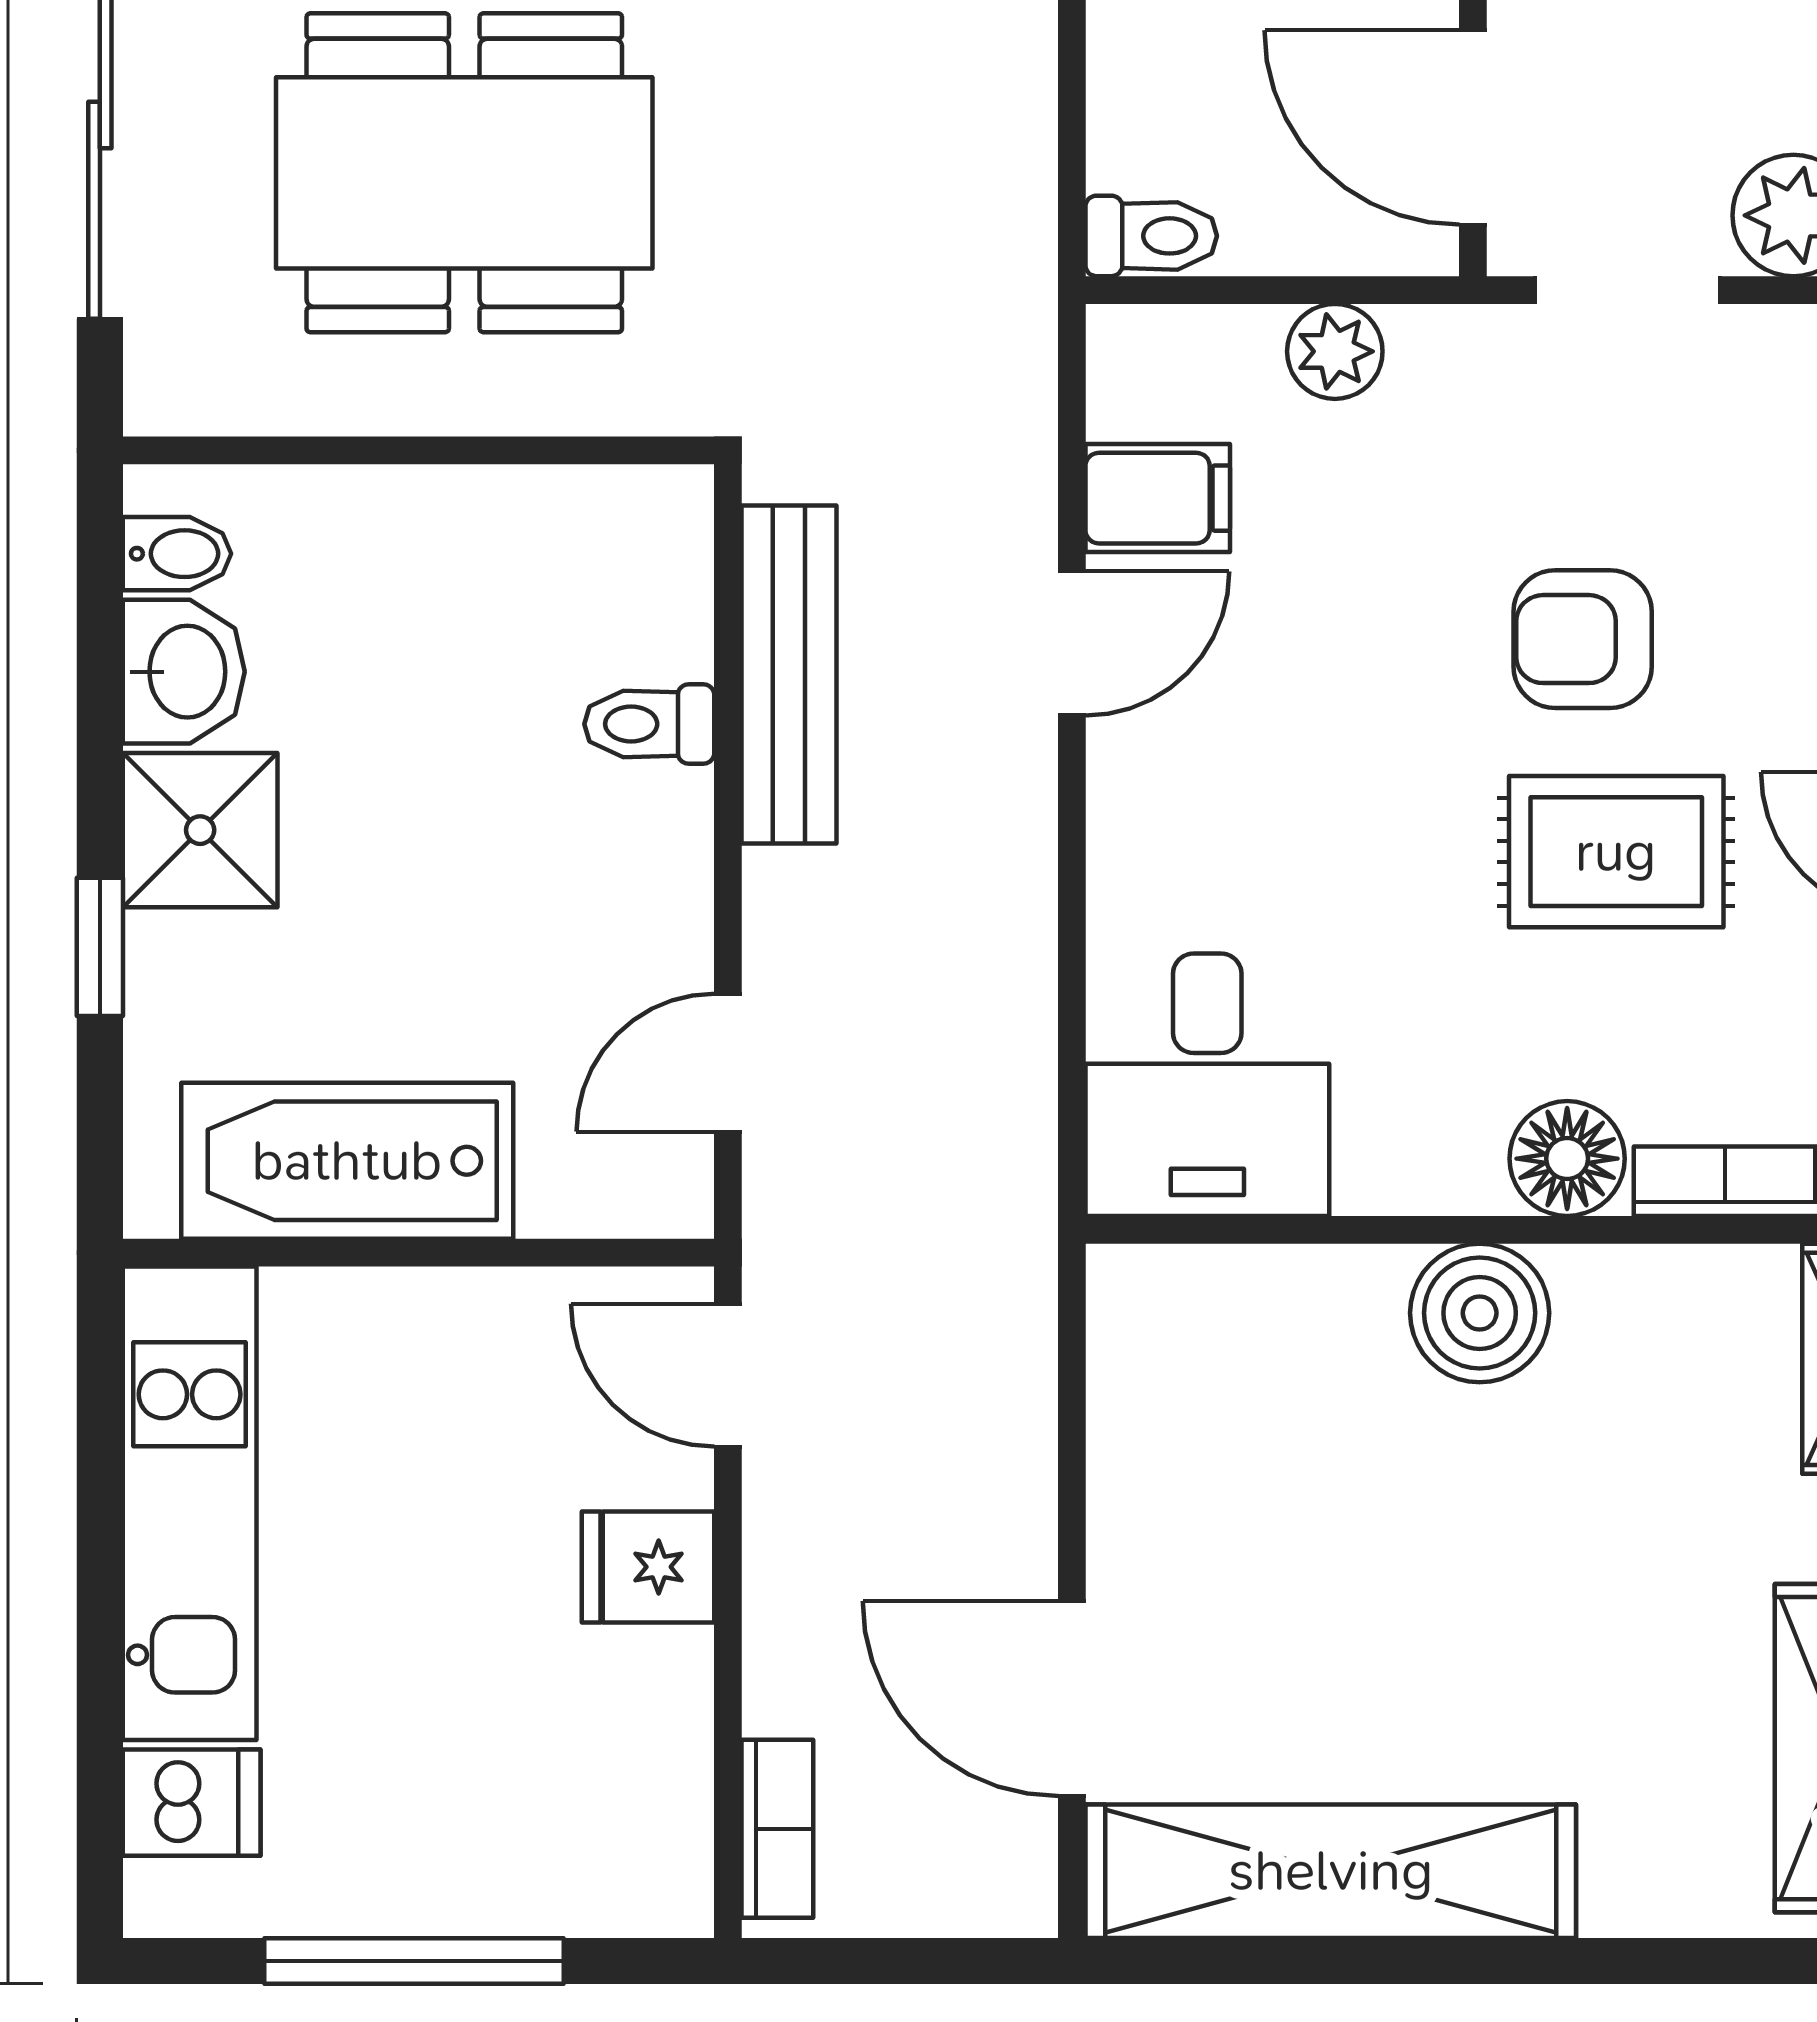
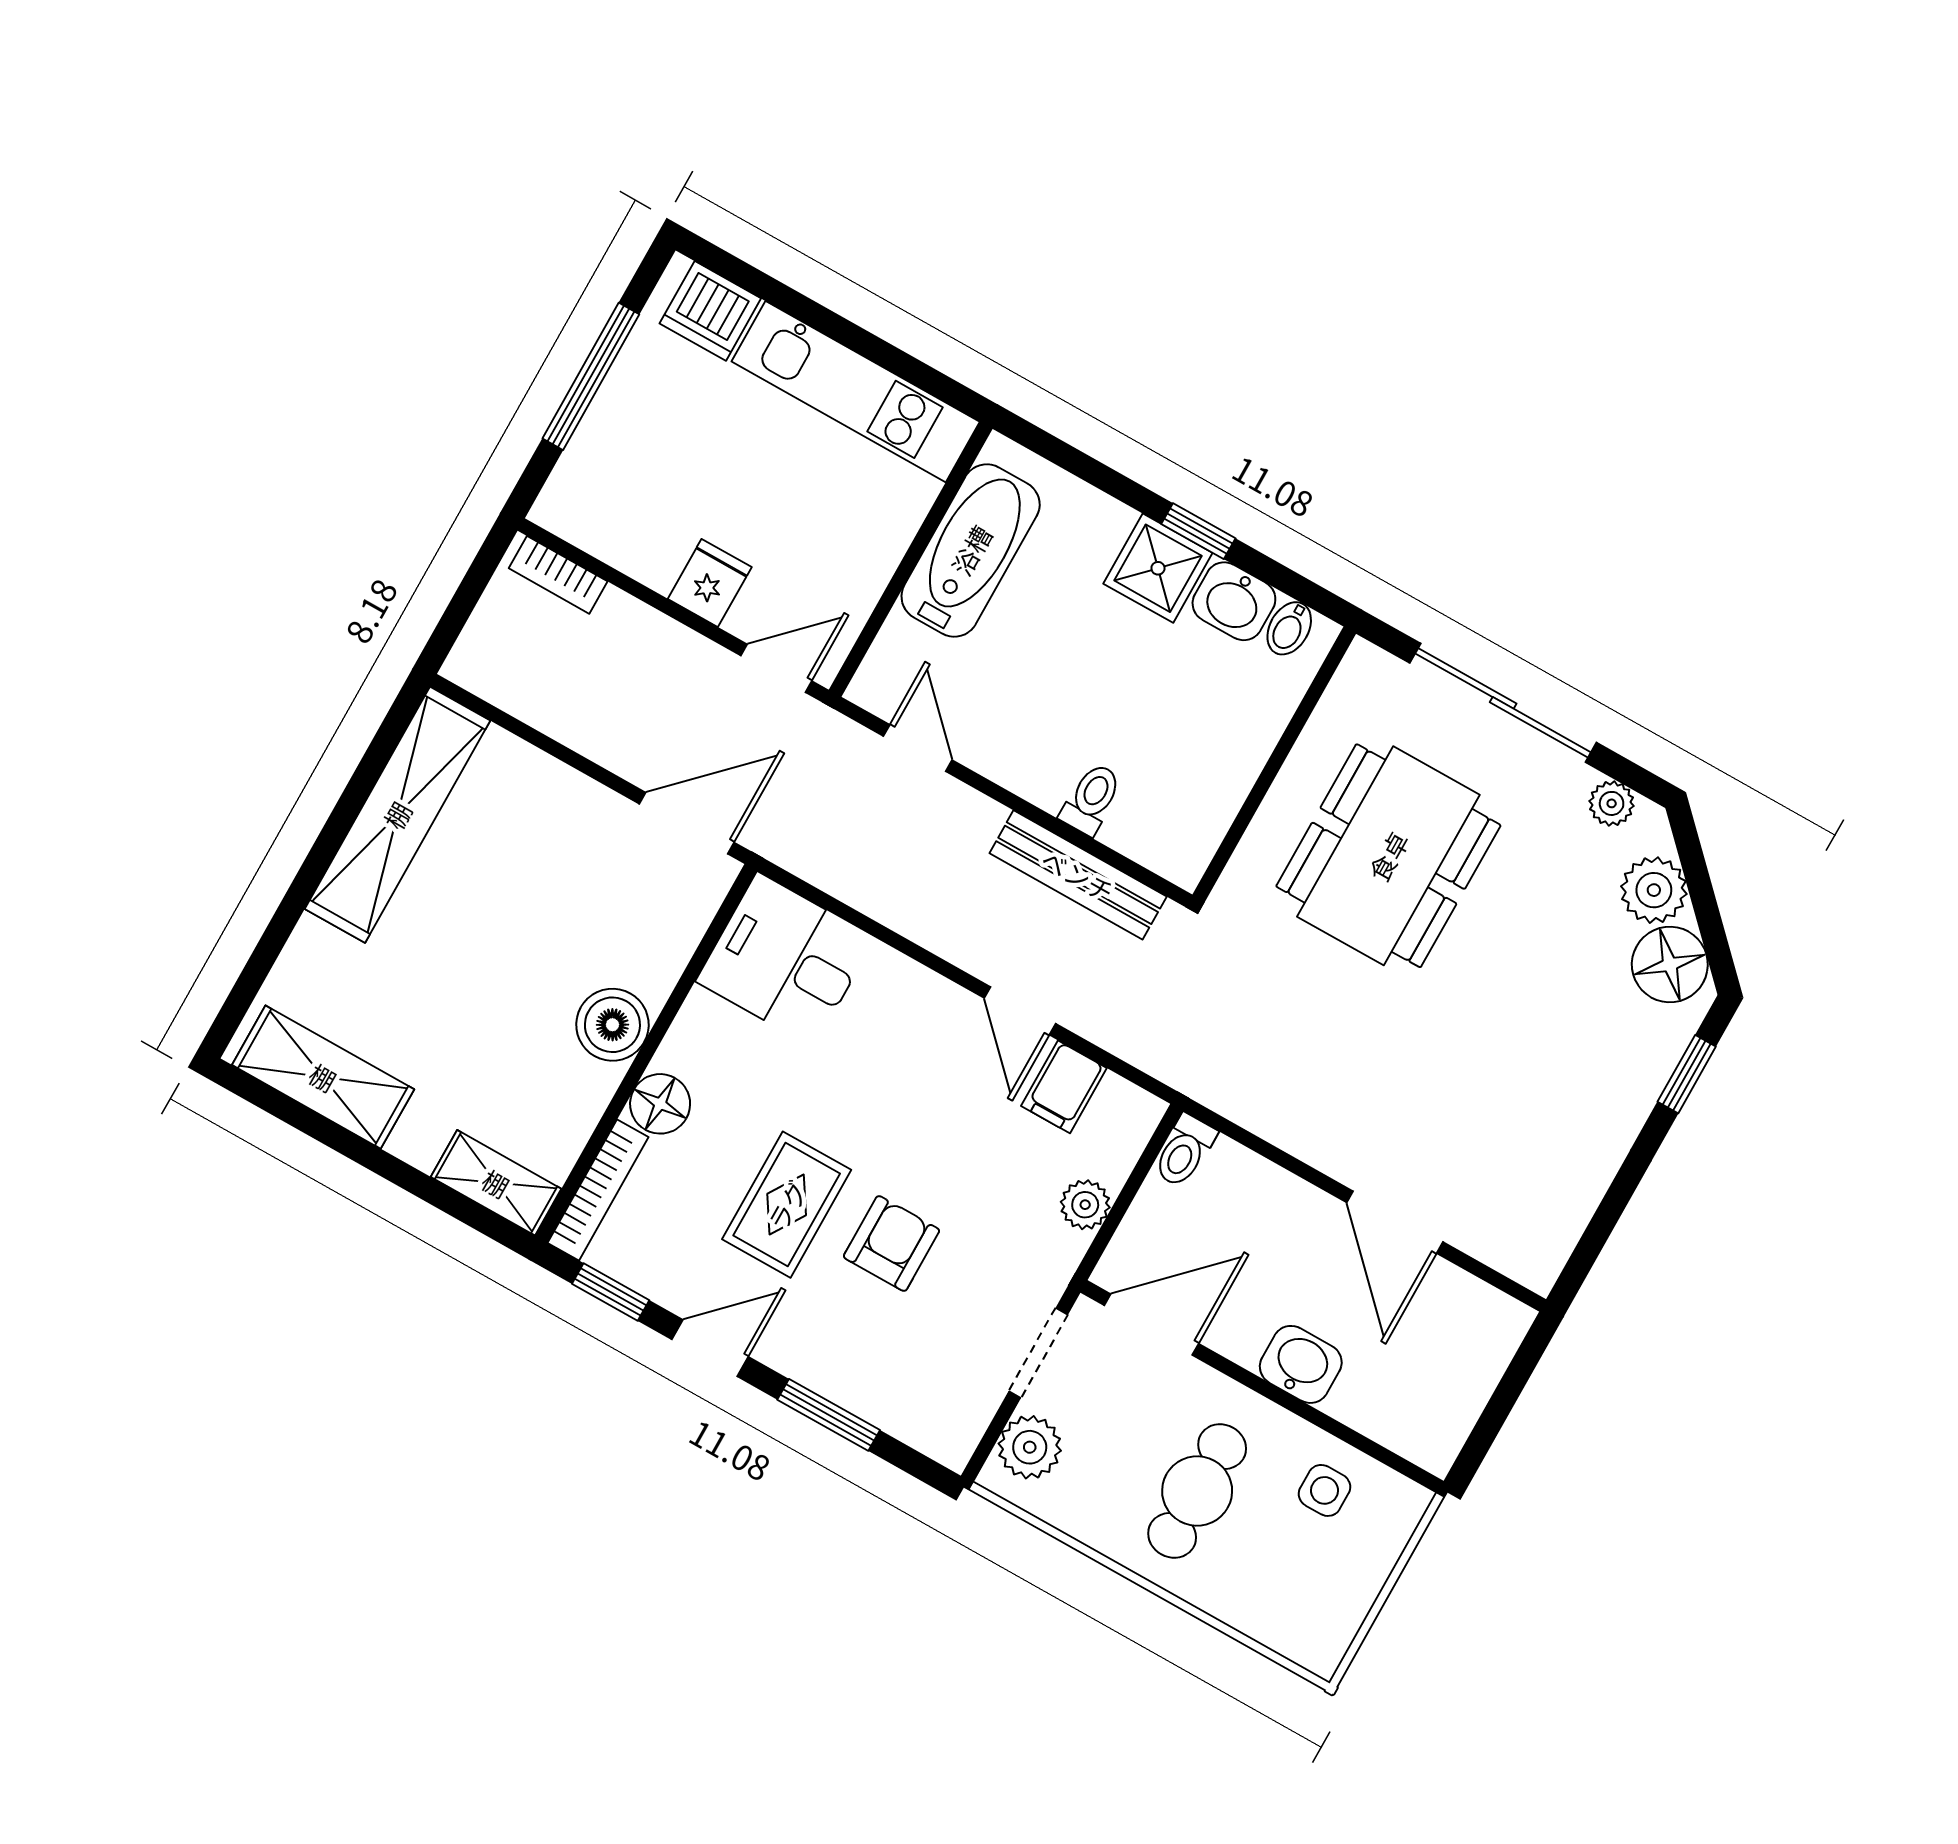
window: (100, 947) -> (1198, 531), moved
door: (1072, 1698) -> (687, 823), moved
dishwasher: (192, 1803) -> (710, 311), width x1.38

